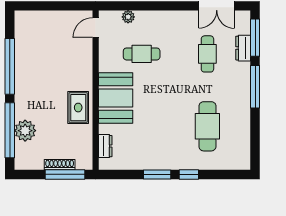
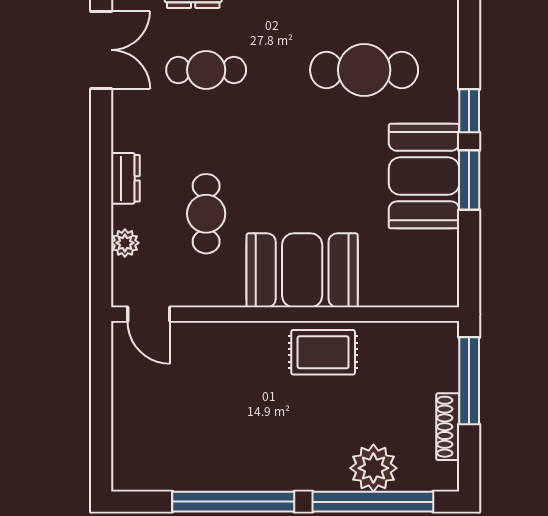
dresser: (105, 146) -> (125, 178), moved, turned 90
booth: (159, 154) -> (424, 176), added
shoe rack: (60, 165) -> (448, 427), moved

